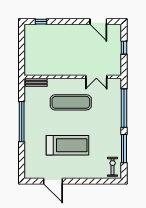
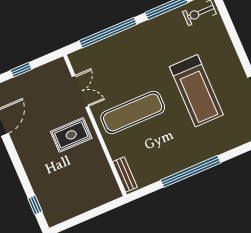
rug: (73, 61) -> (71, 135), added
exercise mat: (71, 102) -> (133, 112), turned 90
treadmill: (68, 145) -> (196, 91), turned 180

